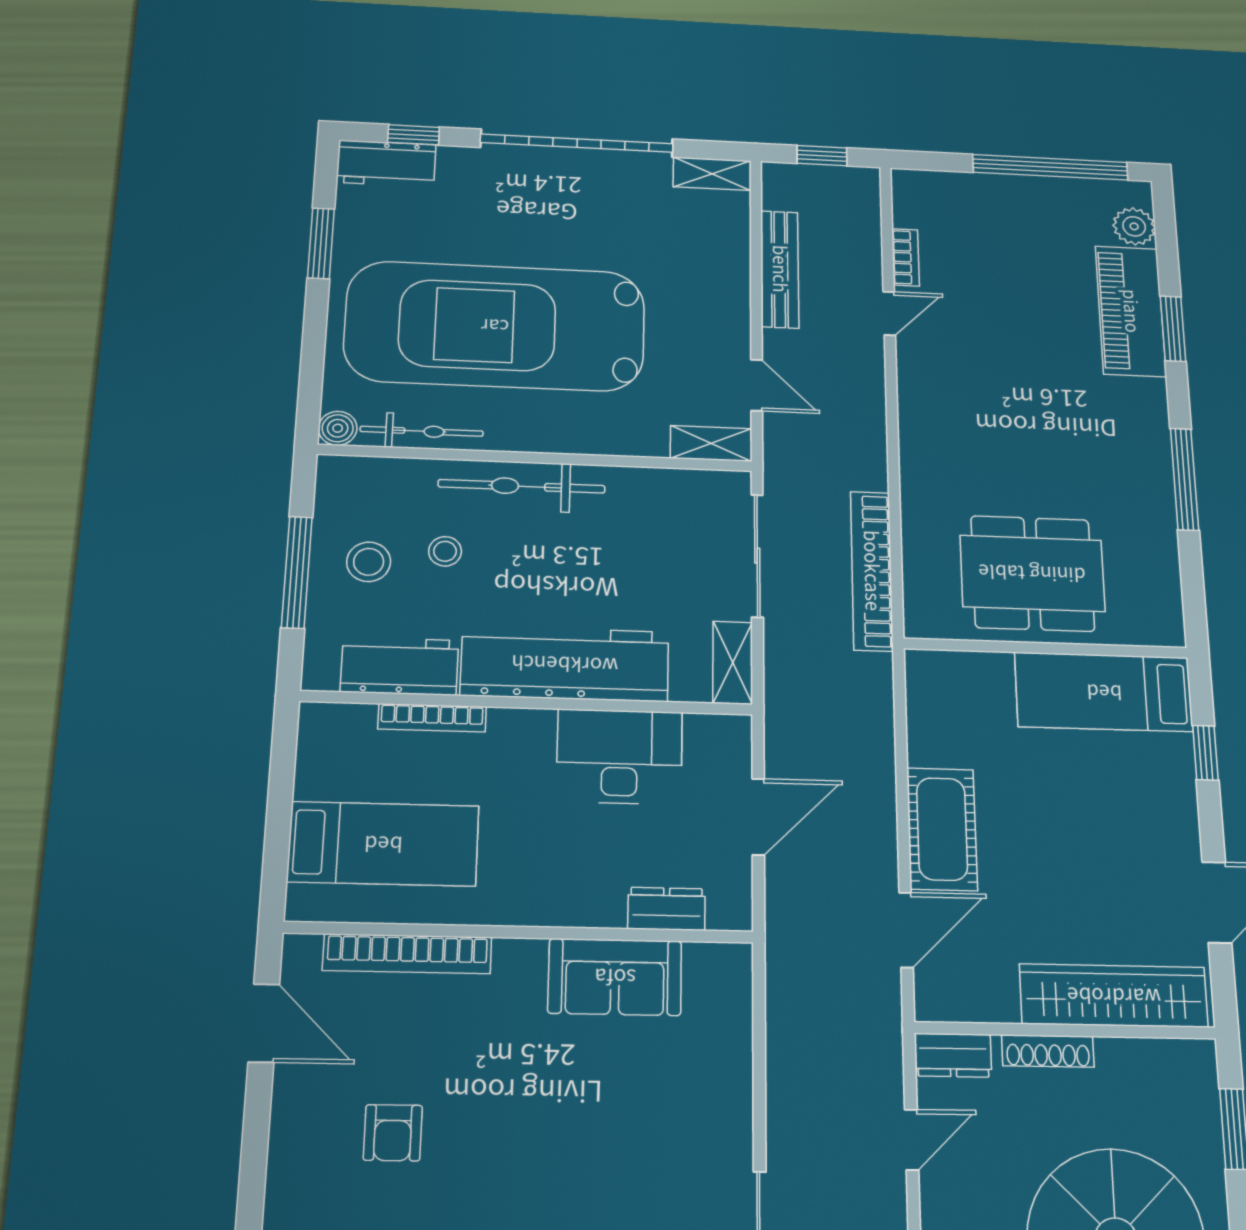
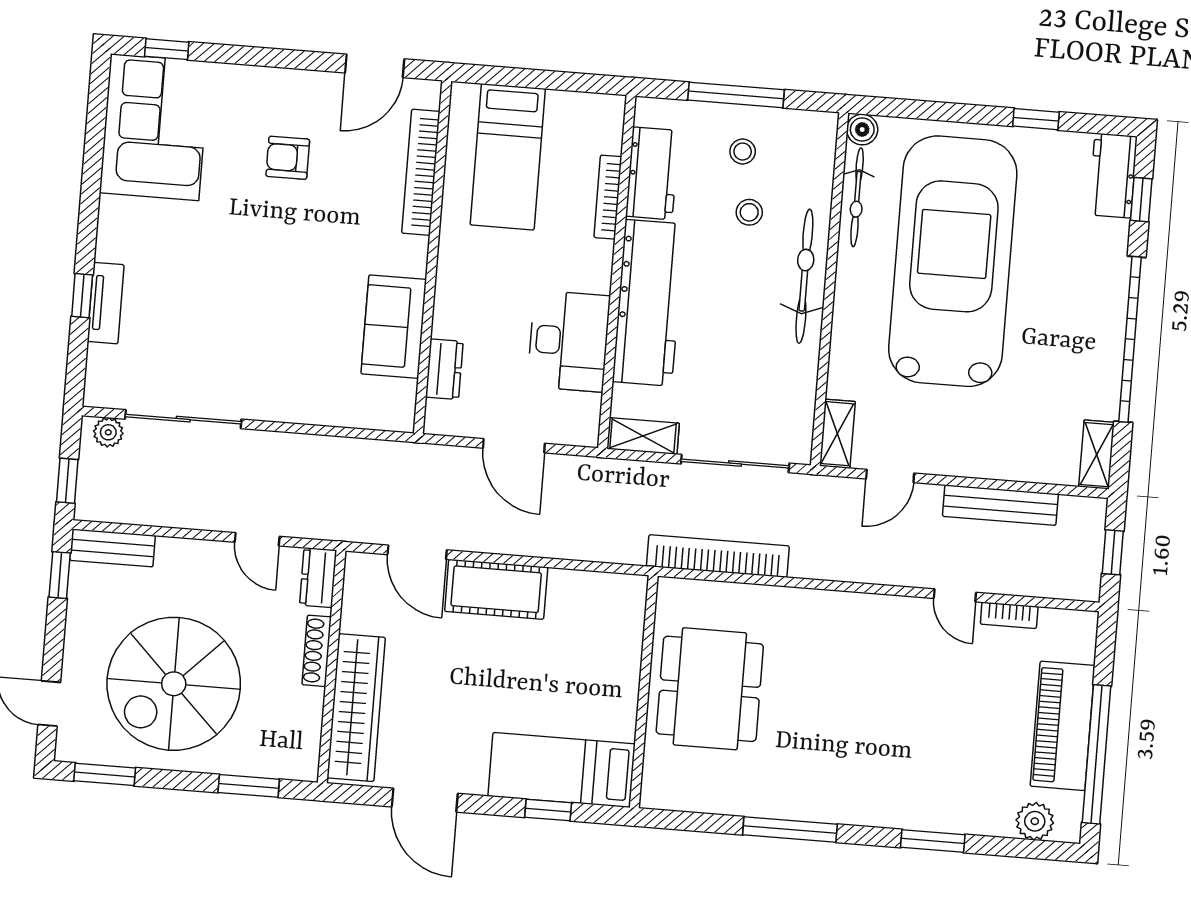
window: (321, 243) -> (1036, 119), width x0.67
piano: (1131, 311) -> (1063, 726), moved, turned -90
stool: (369, 562) -> (743, 152), width x0.73, depth x0.73
bed: (1104, 692) -> (562, 770), moved, turned -90

